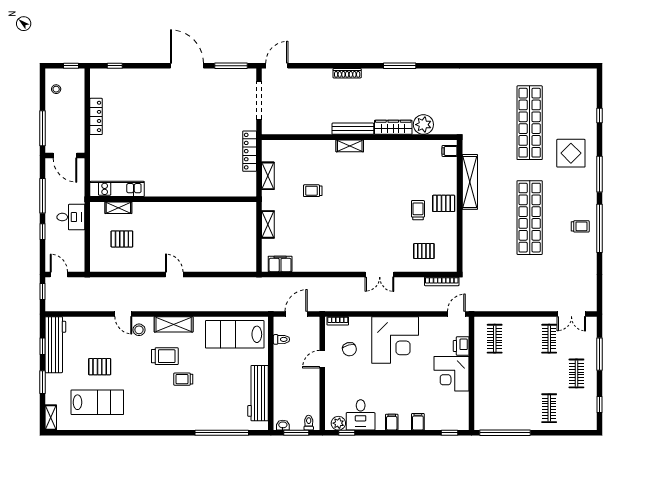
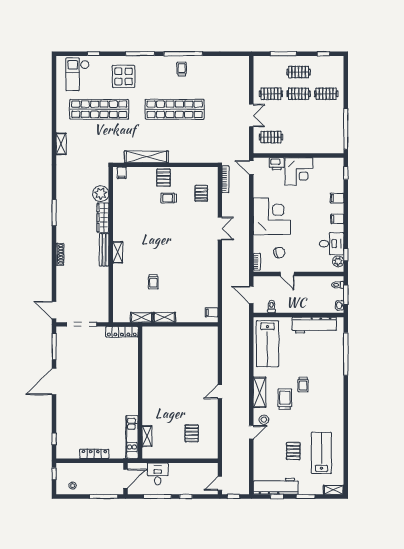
shelving: (486, 75) -> (61, 144), added
checkout: (574, 95) -> (77, 74), added
kitchen unit: (117, 189) -> (132, 437), moved
wall: (173, 199) -> (140, 393), moved
shelving: (118, 208) -> (147, 436), moved
desk: (71, 217) -> (158, 474), moved
shelving: (268, 224) -> (164, 317), moved
filing cabinet: (280, 264) -> (211, 312), width x0.50
double door: (571, 314) -> (251, 115), moved
clothes rail: (549, 373) -> (299, 94), added

